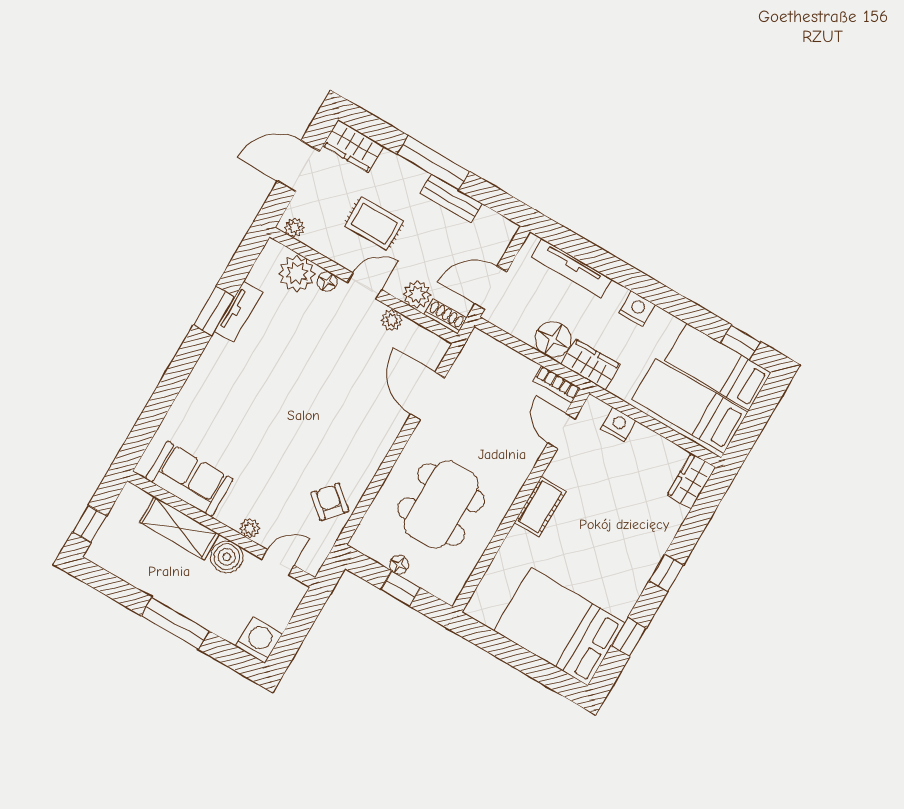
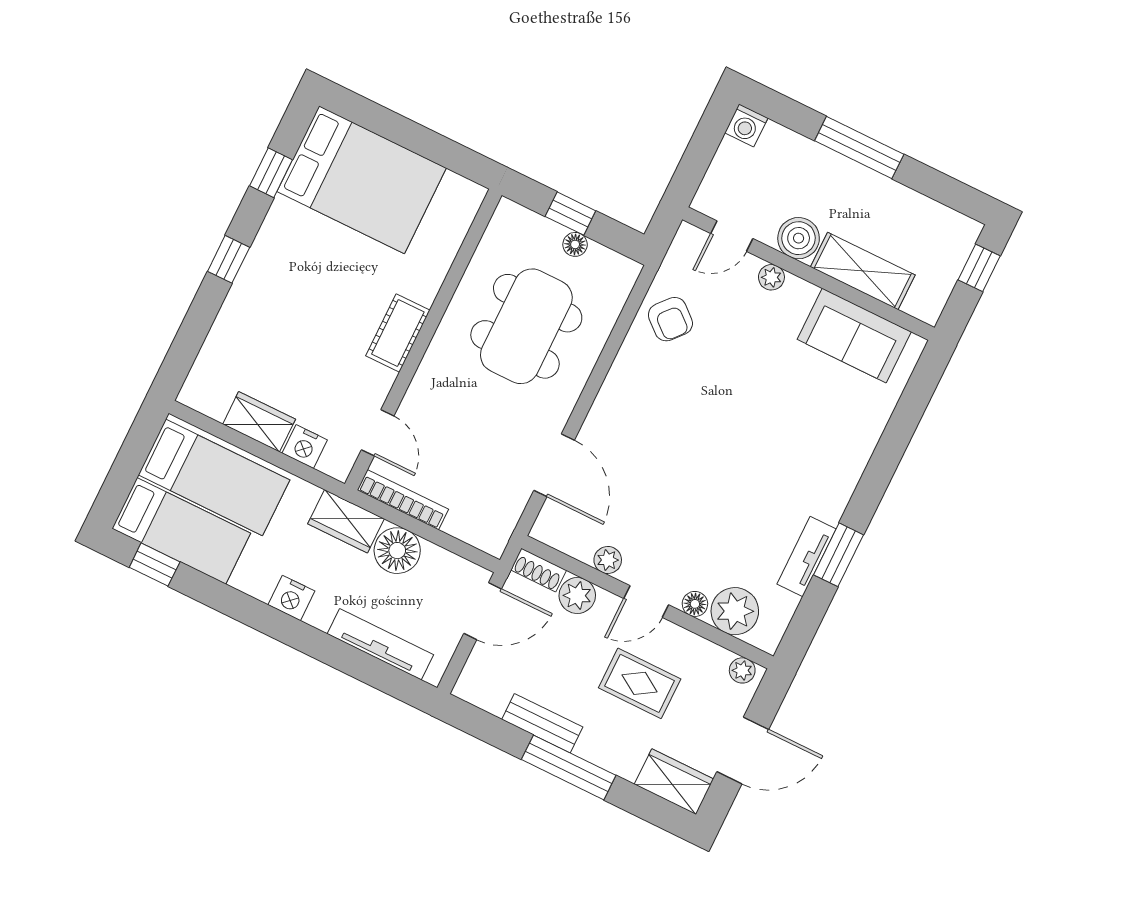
bookcase: (557, 384) -> (403, 500), width x1.56
wardrobe: (691, 481) -> (259, 422), moved, turned -90
washing machine: (259, 640) -> (746, 125), width x0.73, depth x0.73

